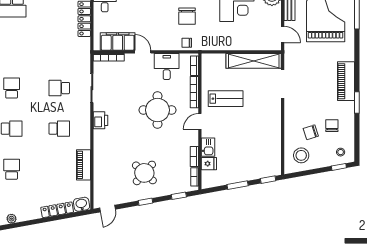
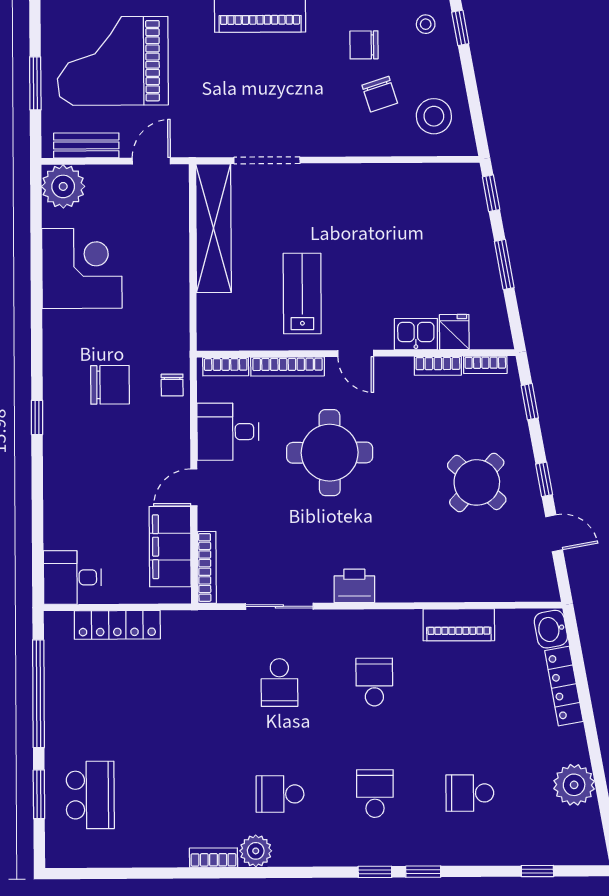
door: (108, 209) -> (554, 533), moved
plant: (11, 219) -> (574, 785), width x1.88, depth x1.88

